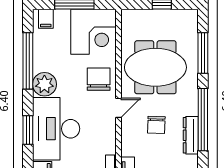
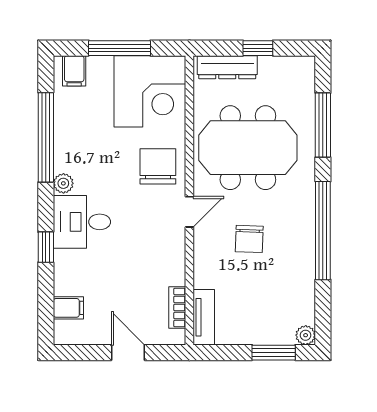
plant: (44, 84) -> (63, 183), width x0.53, depth x0.53
desk: (56, 129) -> (82, 222), width x0.53, depth x0.77
window: (28, 130) -> (46, 247), width x0.67
dresser: (191, 135) -> (227, 67), moved, turned -90

